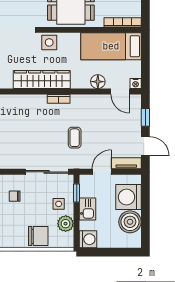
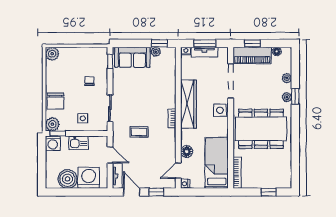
door: (145, 146) -> (132, 192), swing flipped
sliding door: (47, 172) -> (110, 108), width x0.73
window: (77, 193) -> (58, 134), moved
plant: (66, 224) -> (52, 124), moved

